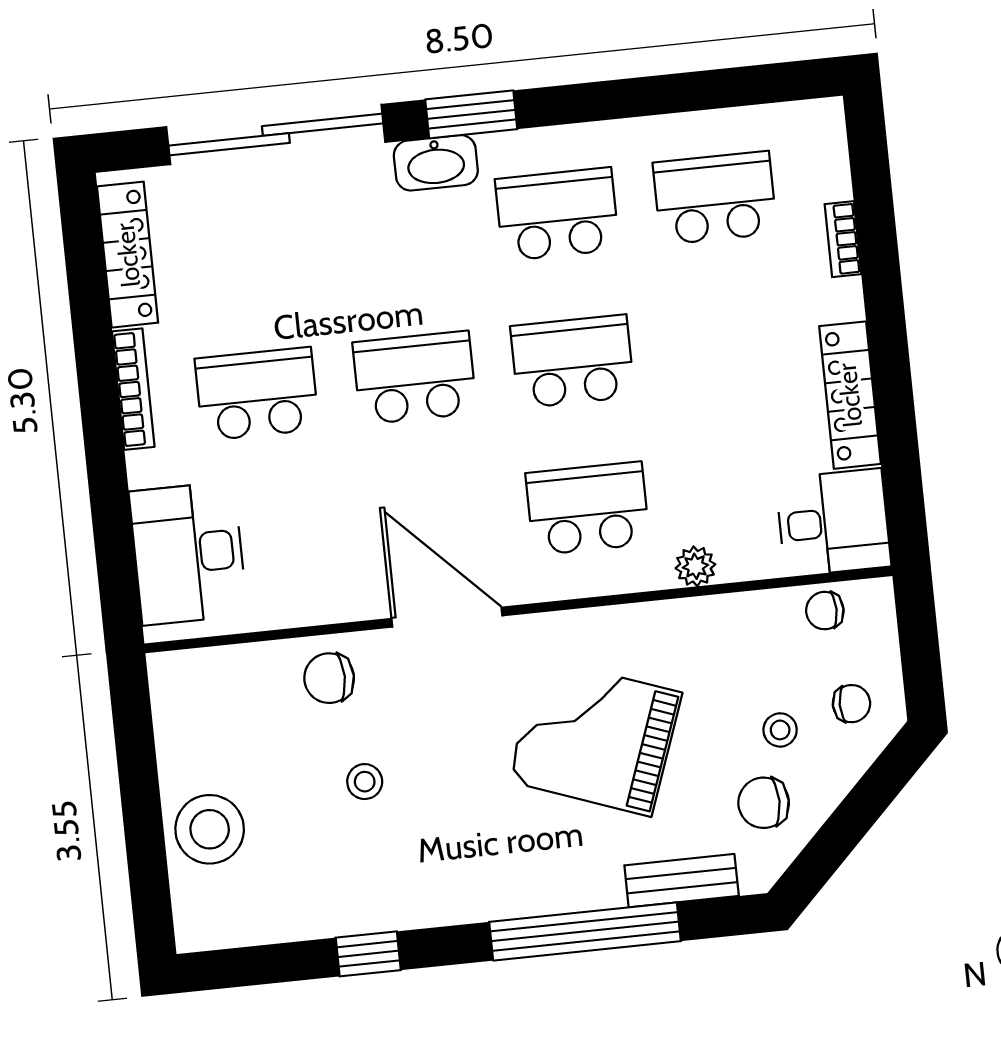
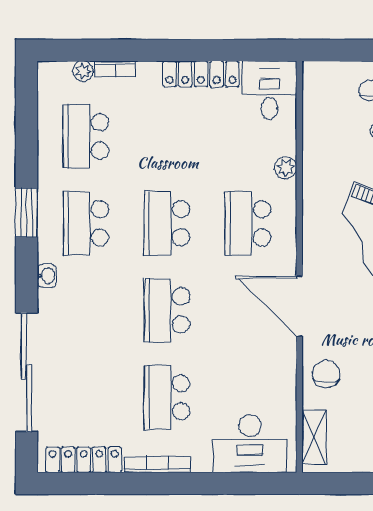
window: (471, 114) -> (27, 213), moved
washbasin: (436, 163) -> (47, 276), width x0.52, depth x0.69
plant: (833, 181) -> (83, 71), added
chair: (825, 611) -> (317, 100), removed
door: (447, 617) -> (299, 306), hinge flipped
shelving: (212, 668) -> (314, 437), added
chair: (329, 678) -> (326, 374), turned 180

